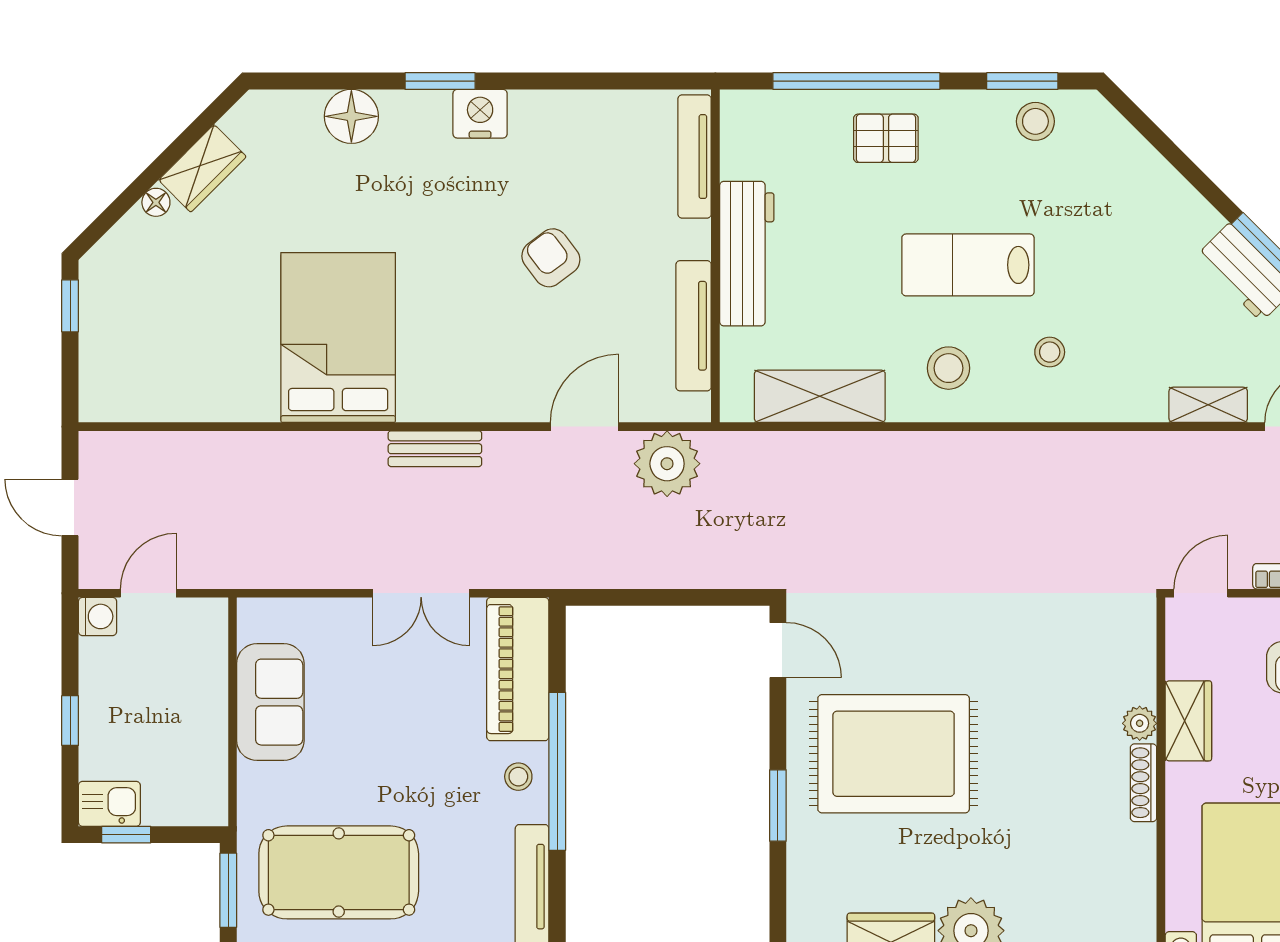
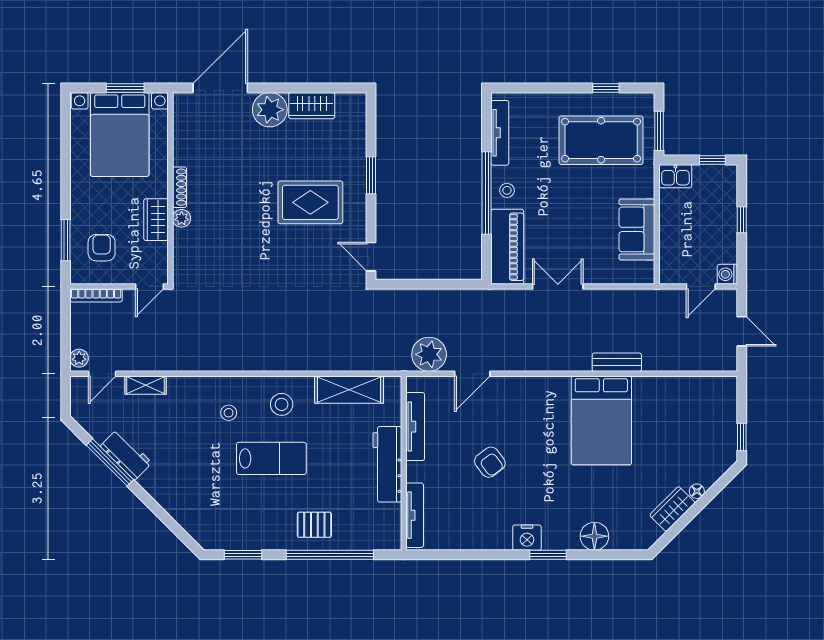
stool: (1035, 121) -> (236, 534), removed
bench: (435, 449) -> (617, 362), moved
rug: (894, 754) -> (310, 202), width x0.73, depth x0.69
kitchen sink: (109, 804) -> (675, 176), moved

